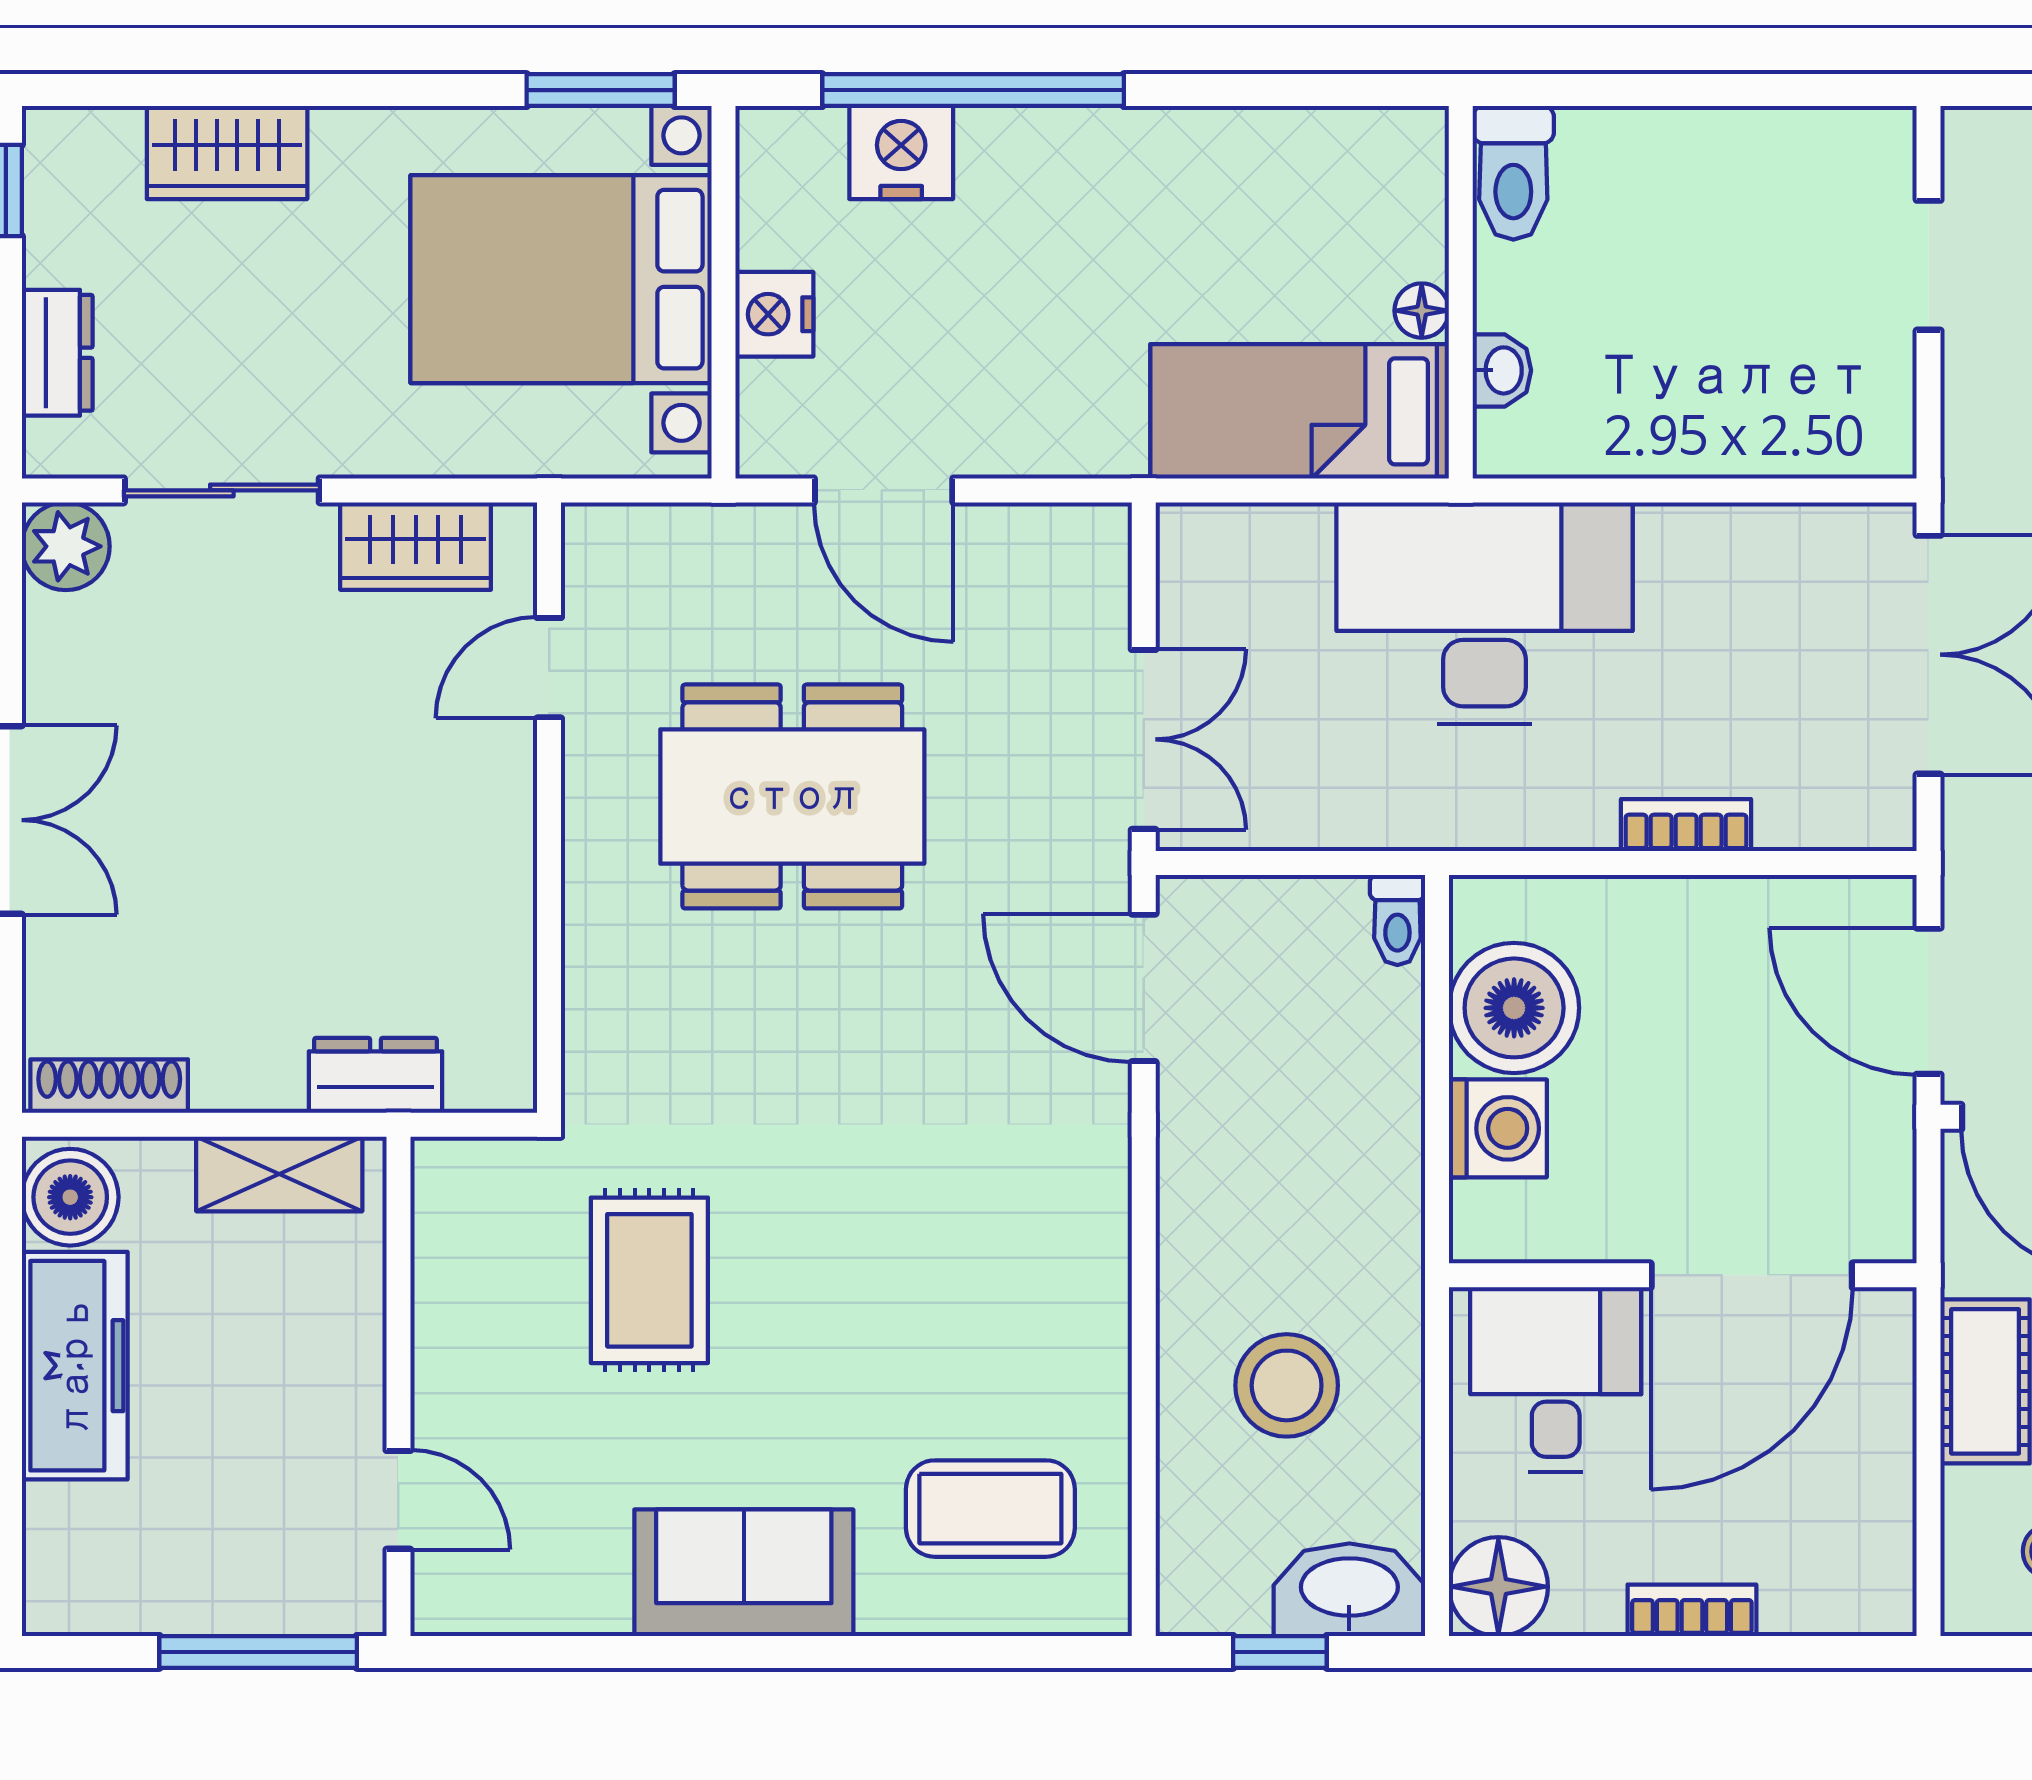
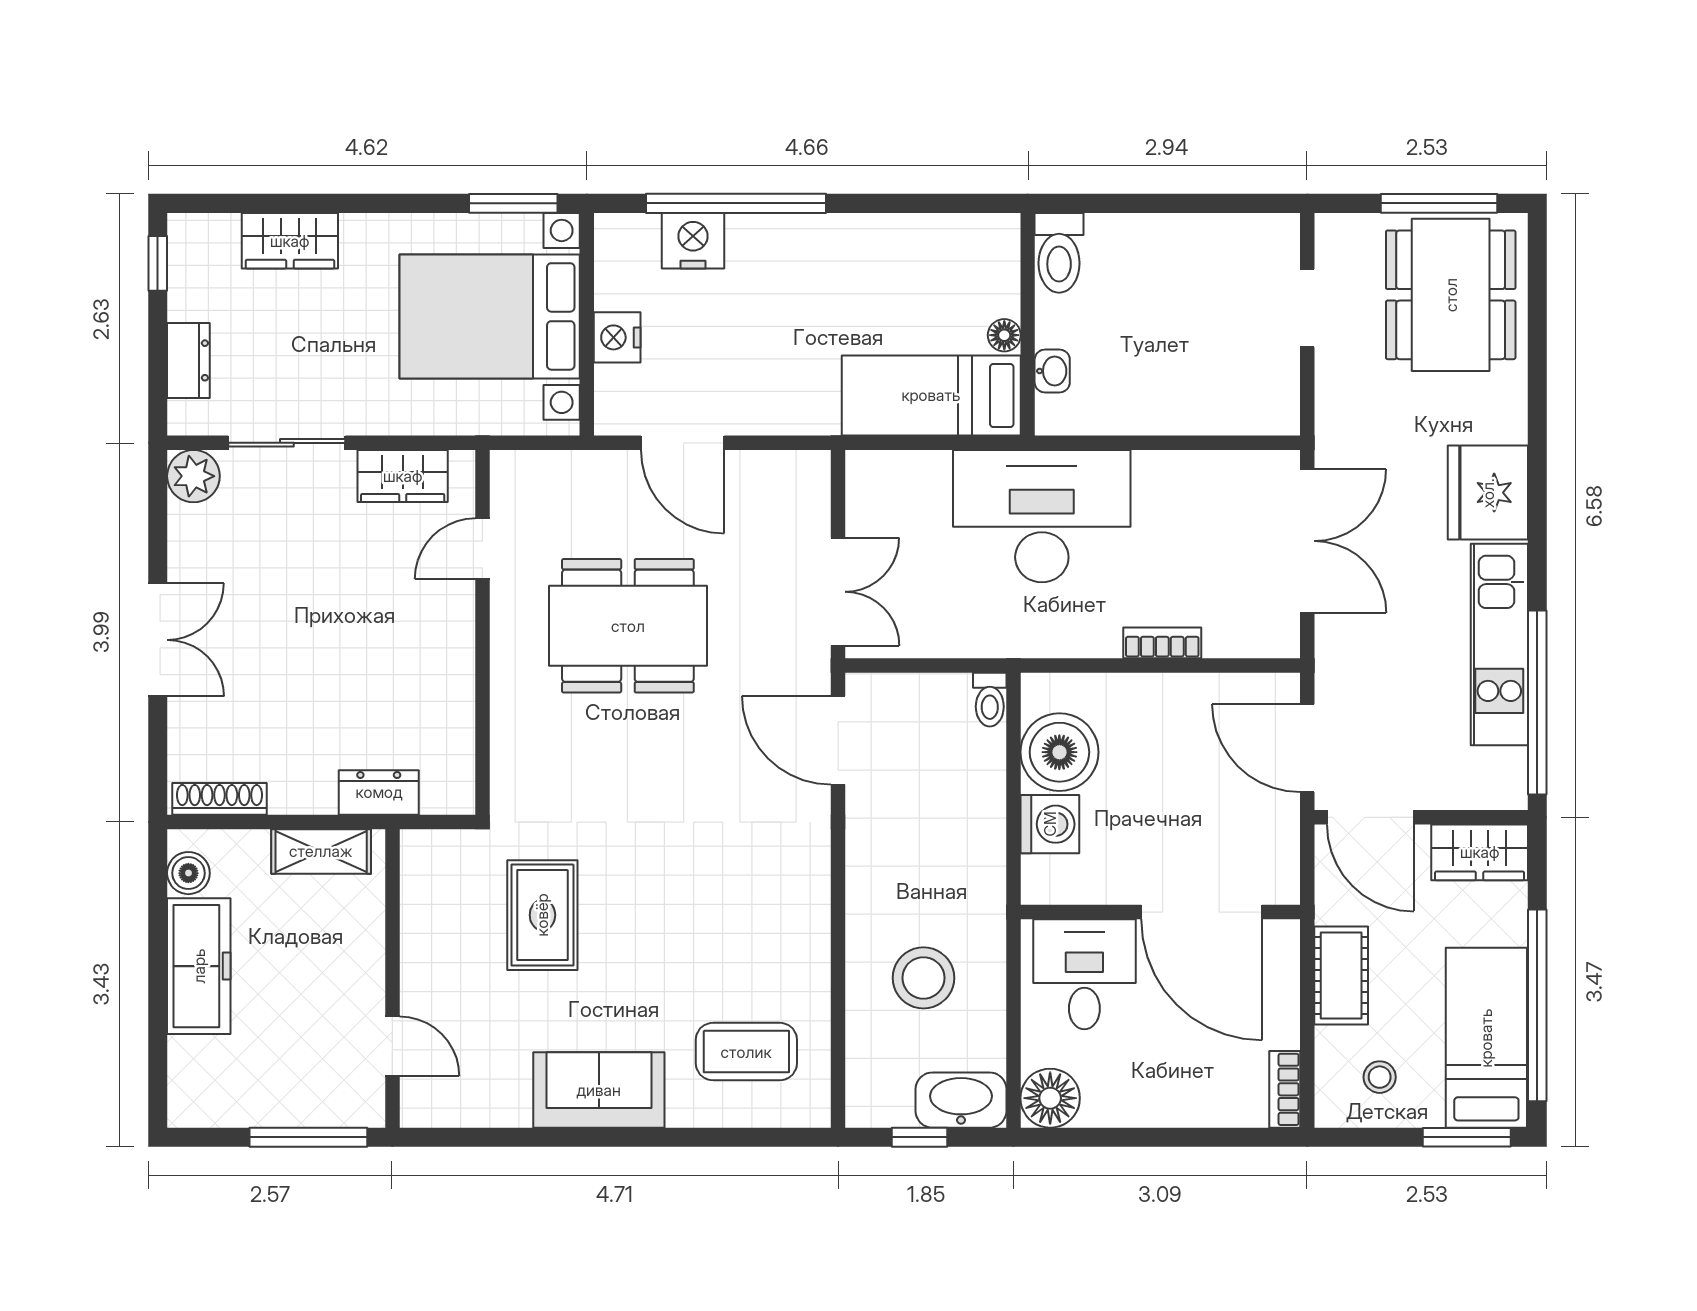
boiler: (70, 1197) -> (188, 873), width x0.73, depth x0.73
door: (1752, 1275) -> (1202, 912), hinge flipped
bookcase: (1692, 1610) -> (1285, 1089), moved, turned -90

